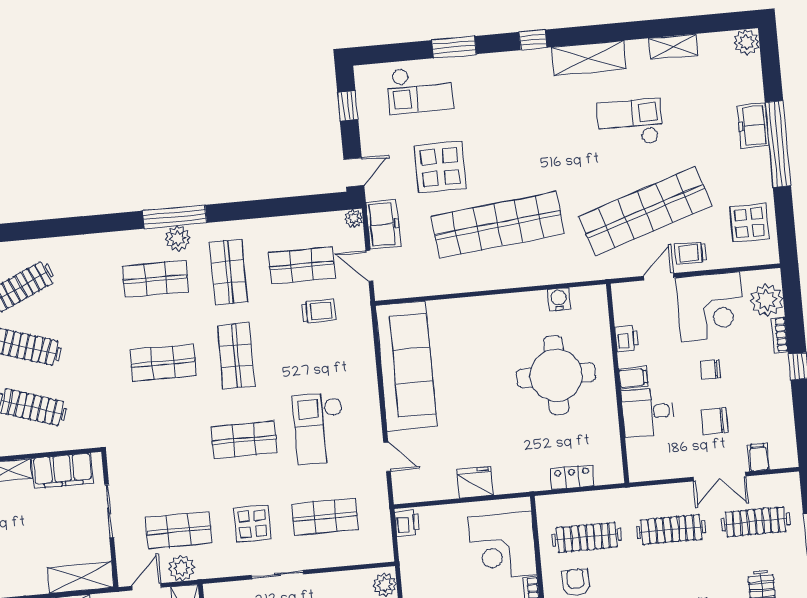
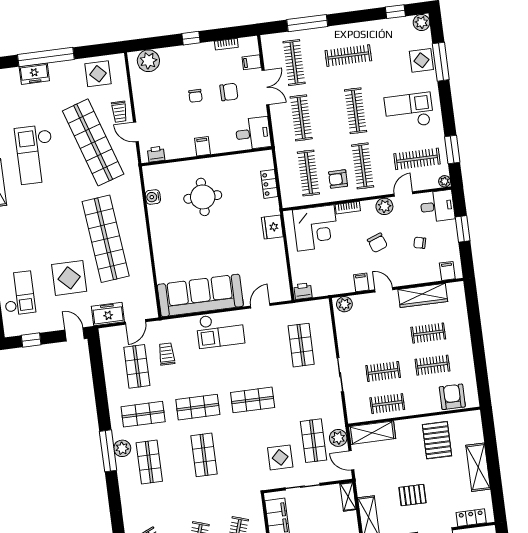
checkout: (630, 123) -> (35, 154), width x1.36, depth x1.21
plant: (354, 218) -> (105, 333), removed
corner desk: (711, 307) -> (154, 97), removed
bookcase: (780, 335) -> (226, 44), moved
printer: (627, 339) -> (156, 154), moved
round table: (556, 375) -> (203, 197), width x0.73, depth x0.73
desk: (648, 412) -> (253, 133), moved, turned -90
chair: (714, 421) -> (229, 92), turned -90
checkout: (320, 428) -> (220, 330), moved
shop shelf: (244, 440) -> (253, 400), turned 90
fridge: (475, 482) -> (272, 227), moved
display table: (252, 524) -> (280, 457), moved
shelving: (81, 578) -> (348, 497), width x0.67, depth x0.75

